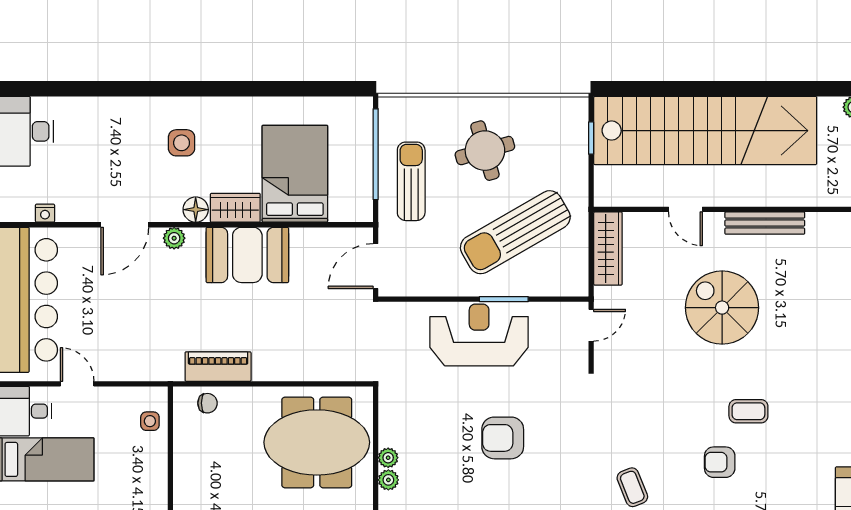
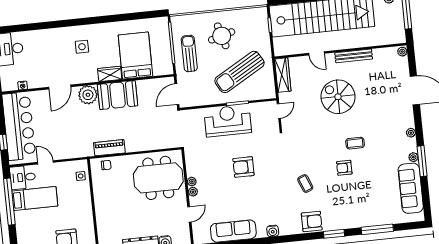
floor lamp: (196, 210) -> (92, 77), removed
plant: (174, 238) -> (88, 95), width x1.88, depth x1.88

